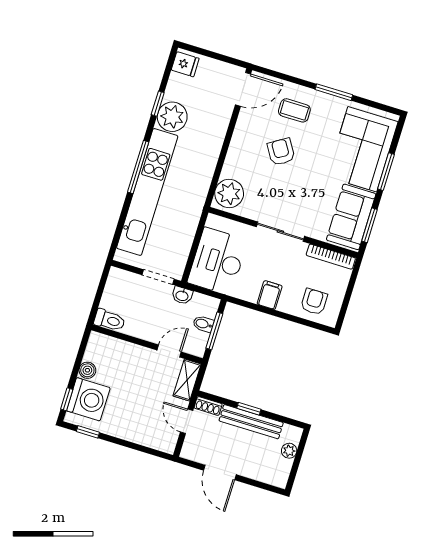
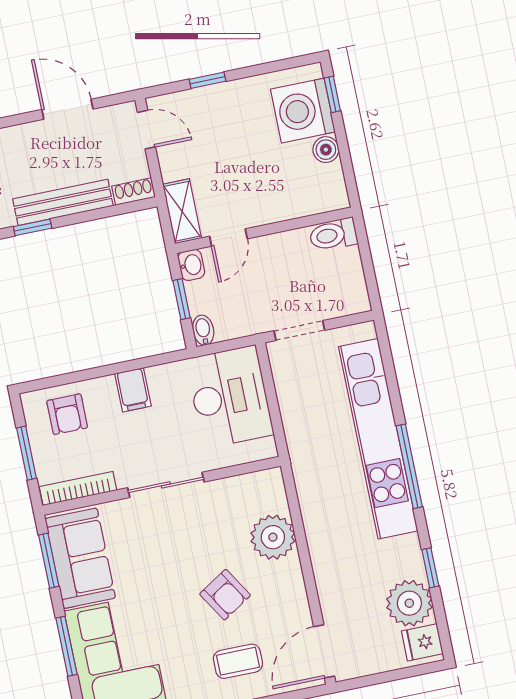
plant: (172, 117) -> (409, 603), moved
plant: (229, 194) -> (273, 537), moved
window: (349, 292) -> (26, 453), added
washbasin: (182, 295) -> (191, 265), moved, turned 90
bidet: (203, 324) -> (203, 330), moved, turned -90
window: (214, 331) -> (181, 299), width x0.67
window: (249, 409) -> (33, 227), moved
door: (187, 421) -> (146, 130), moved
window: (88, 432) -> (208, 80), moved

